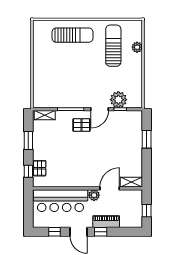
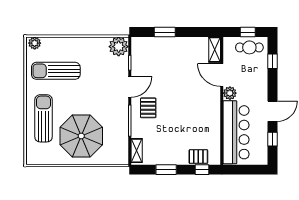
plant: (137, 47) -> (35, 43), moved
parasol: (57, 68) -> (81, 136), added
plant: (118, 100) -> (119, 47), moved
door: (100, 109) -> (130, 87), hinge flipped
cafe table: (133, 212) -> (249, 47), added
piano: (106, 222) -> (261, 79), removed
window: (101, 232) -> (272, 61), moved

